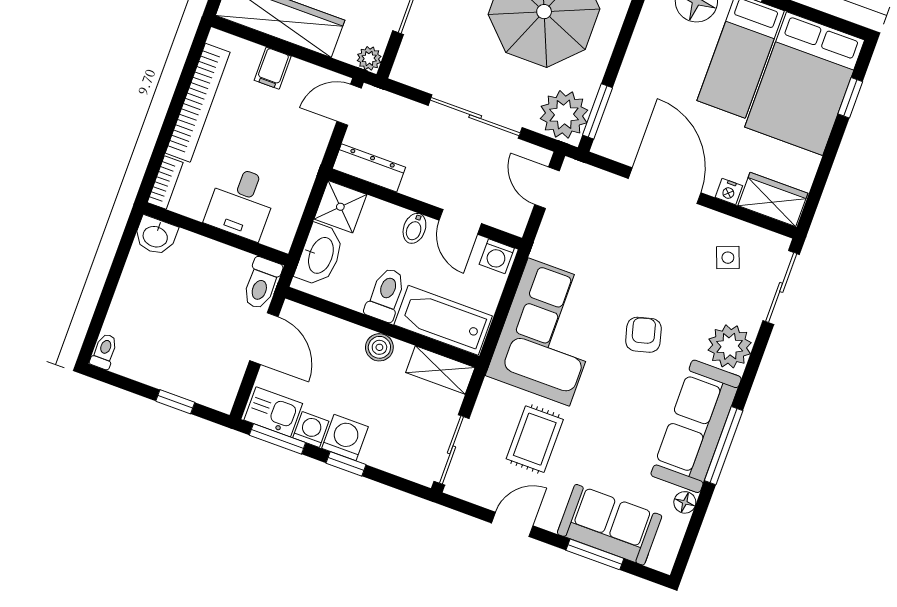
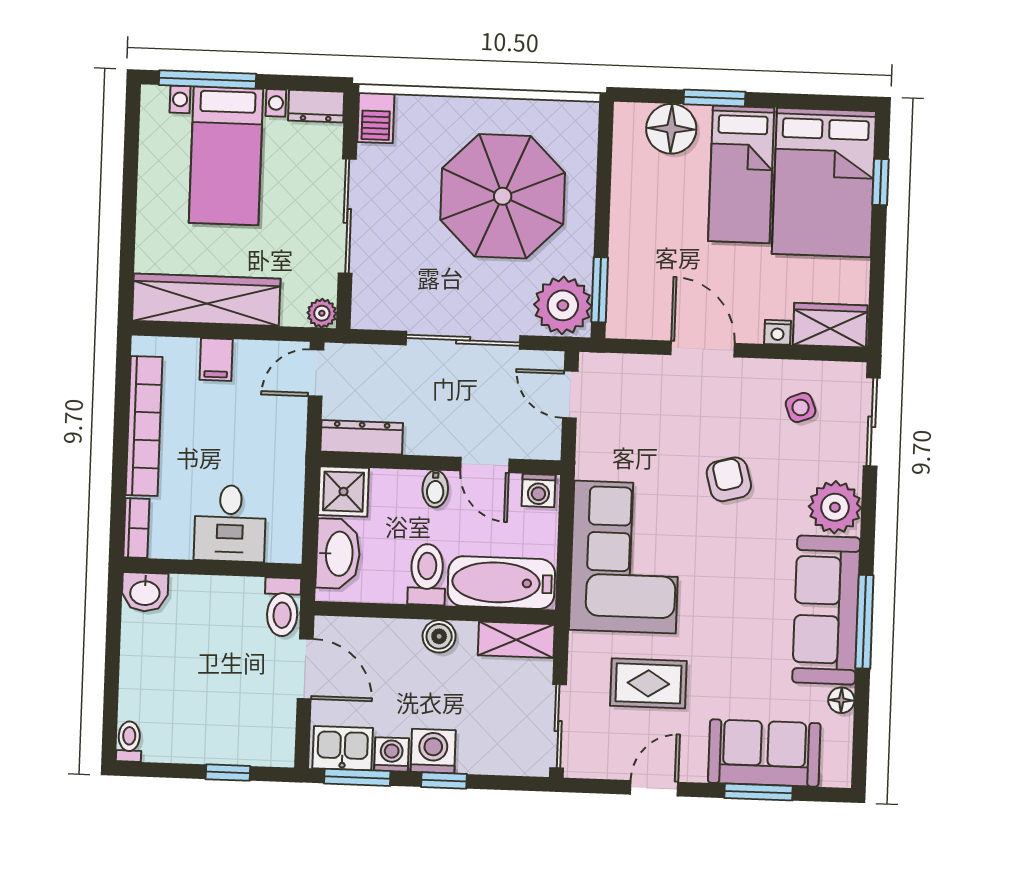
door: (665, 186) -> (703, 349), width x0.73
armchair: (643, 335) -> (729, 479), moved
rug: (535, 439) -> (648, 683), turned 90

